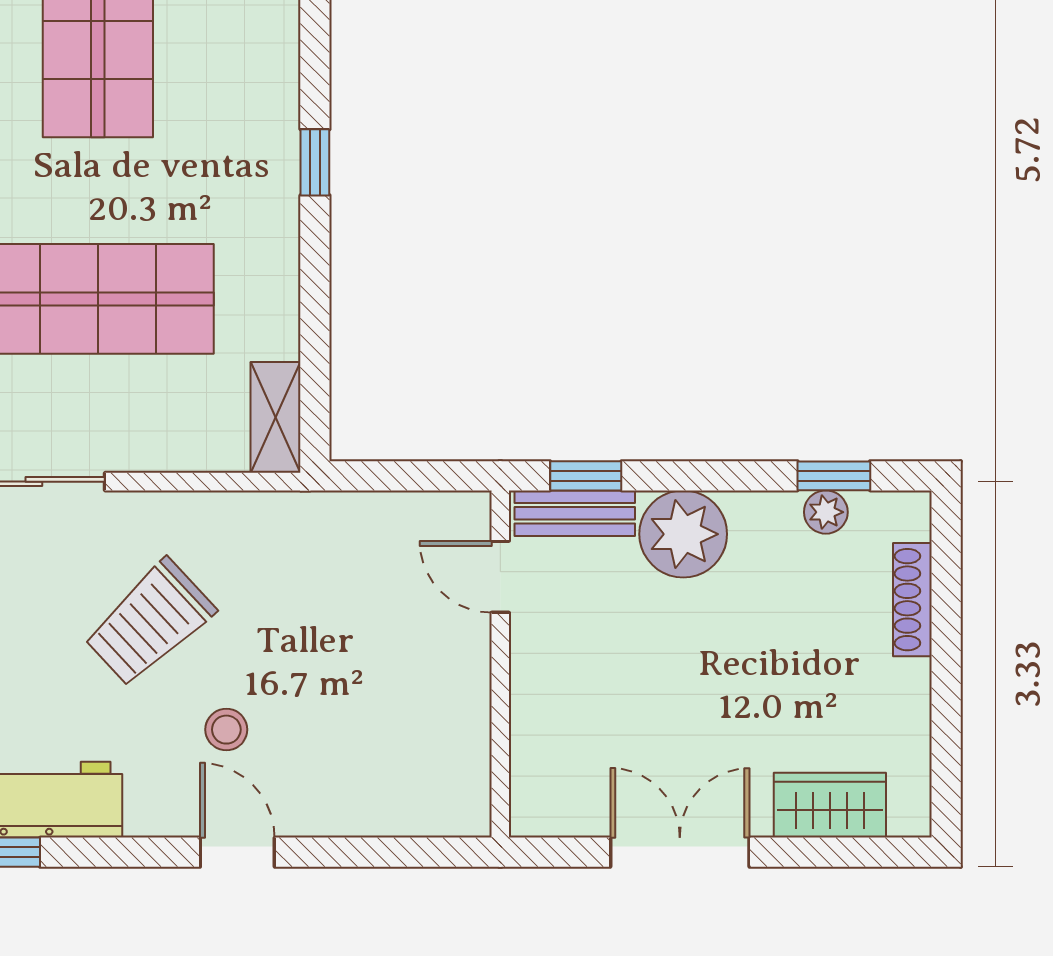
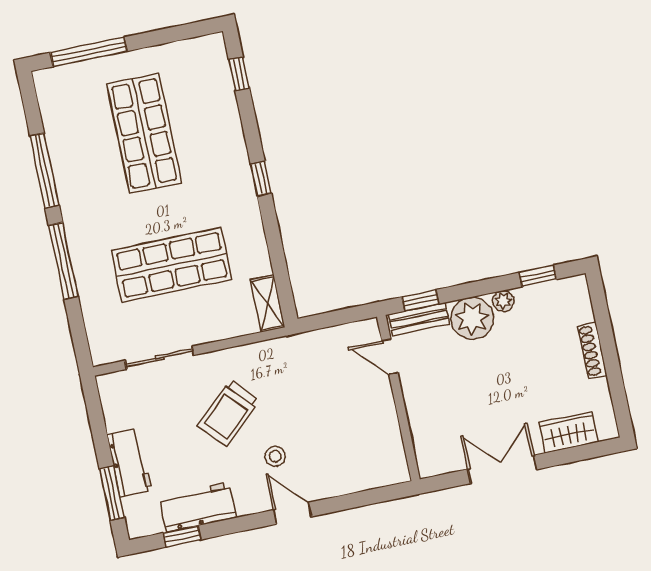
plant: (826, 512) -> (503, 301), moved
shoe rack: (912, 600) -> (592, 351), moved

